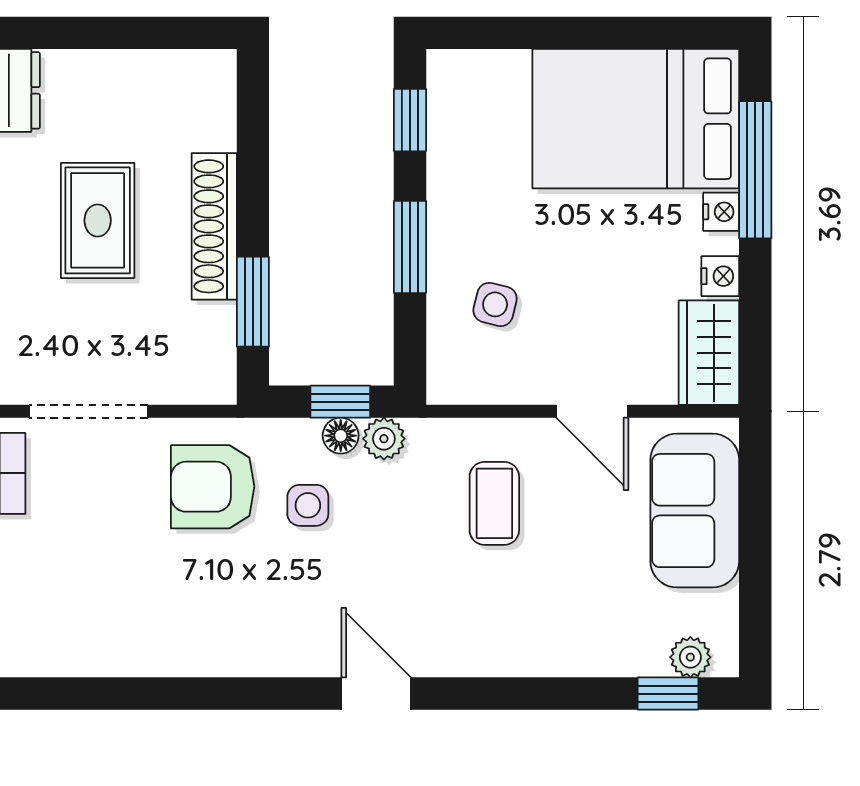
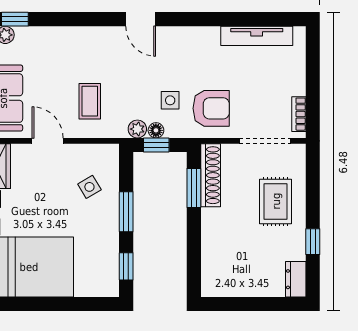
rug: (98, 220) -> (276, 201), moved
shoe rack: (214, 226) -> (211, 175), moved
side table: (495, 304) -> (89, 187), turned 45
tv unit: (107, 655) -> (257, 36), added

